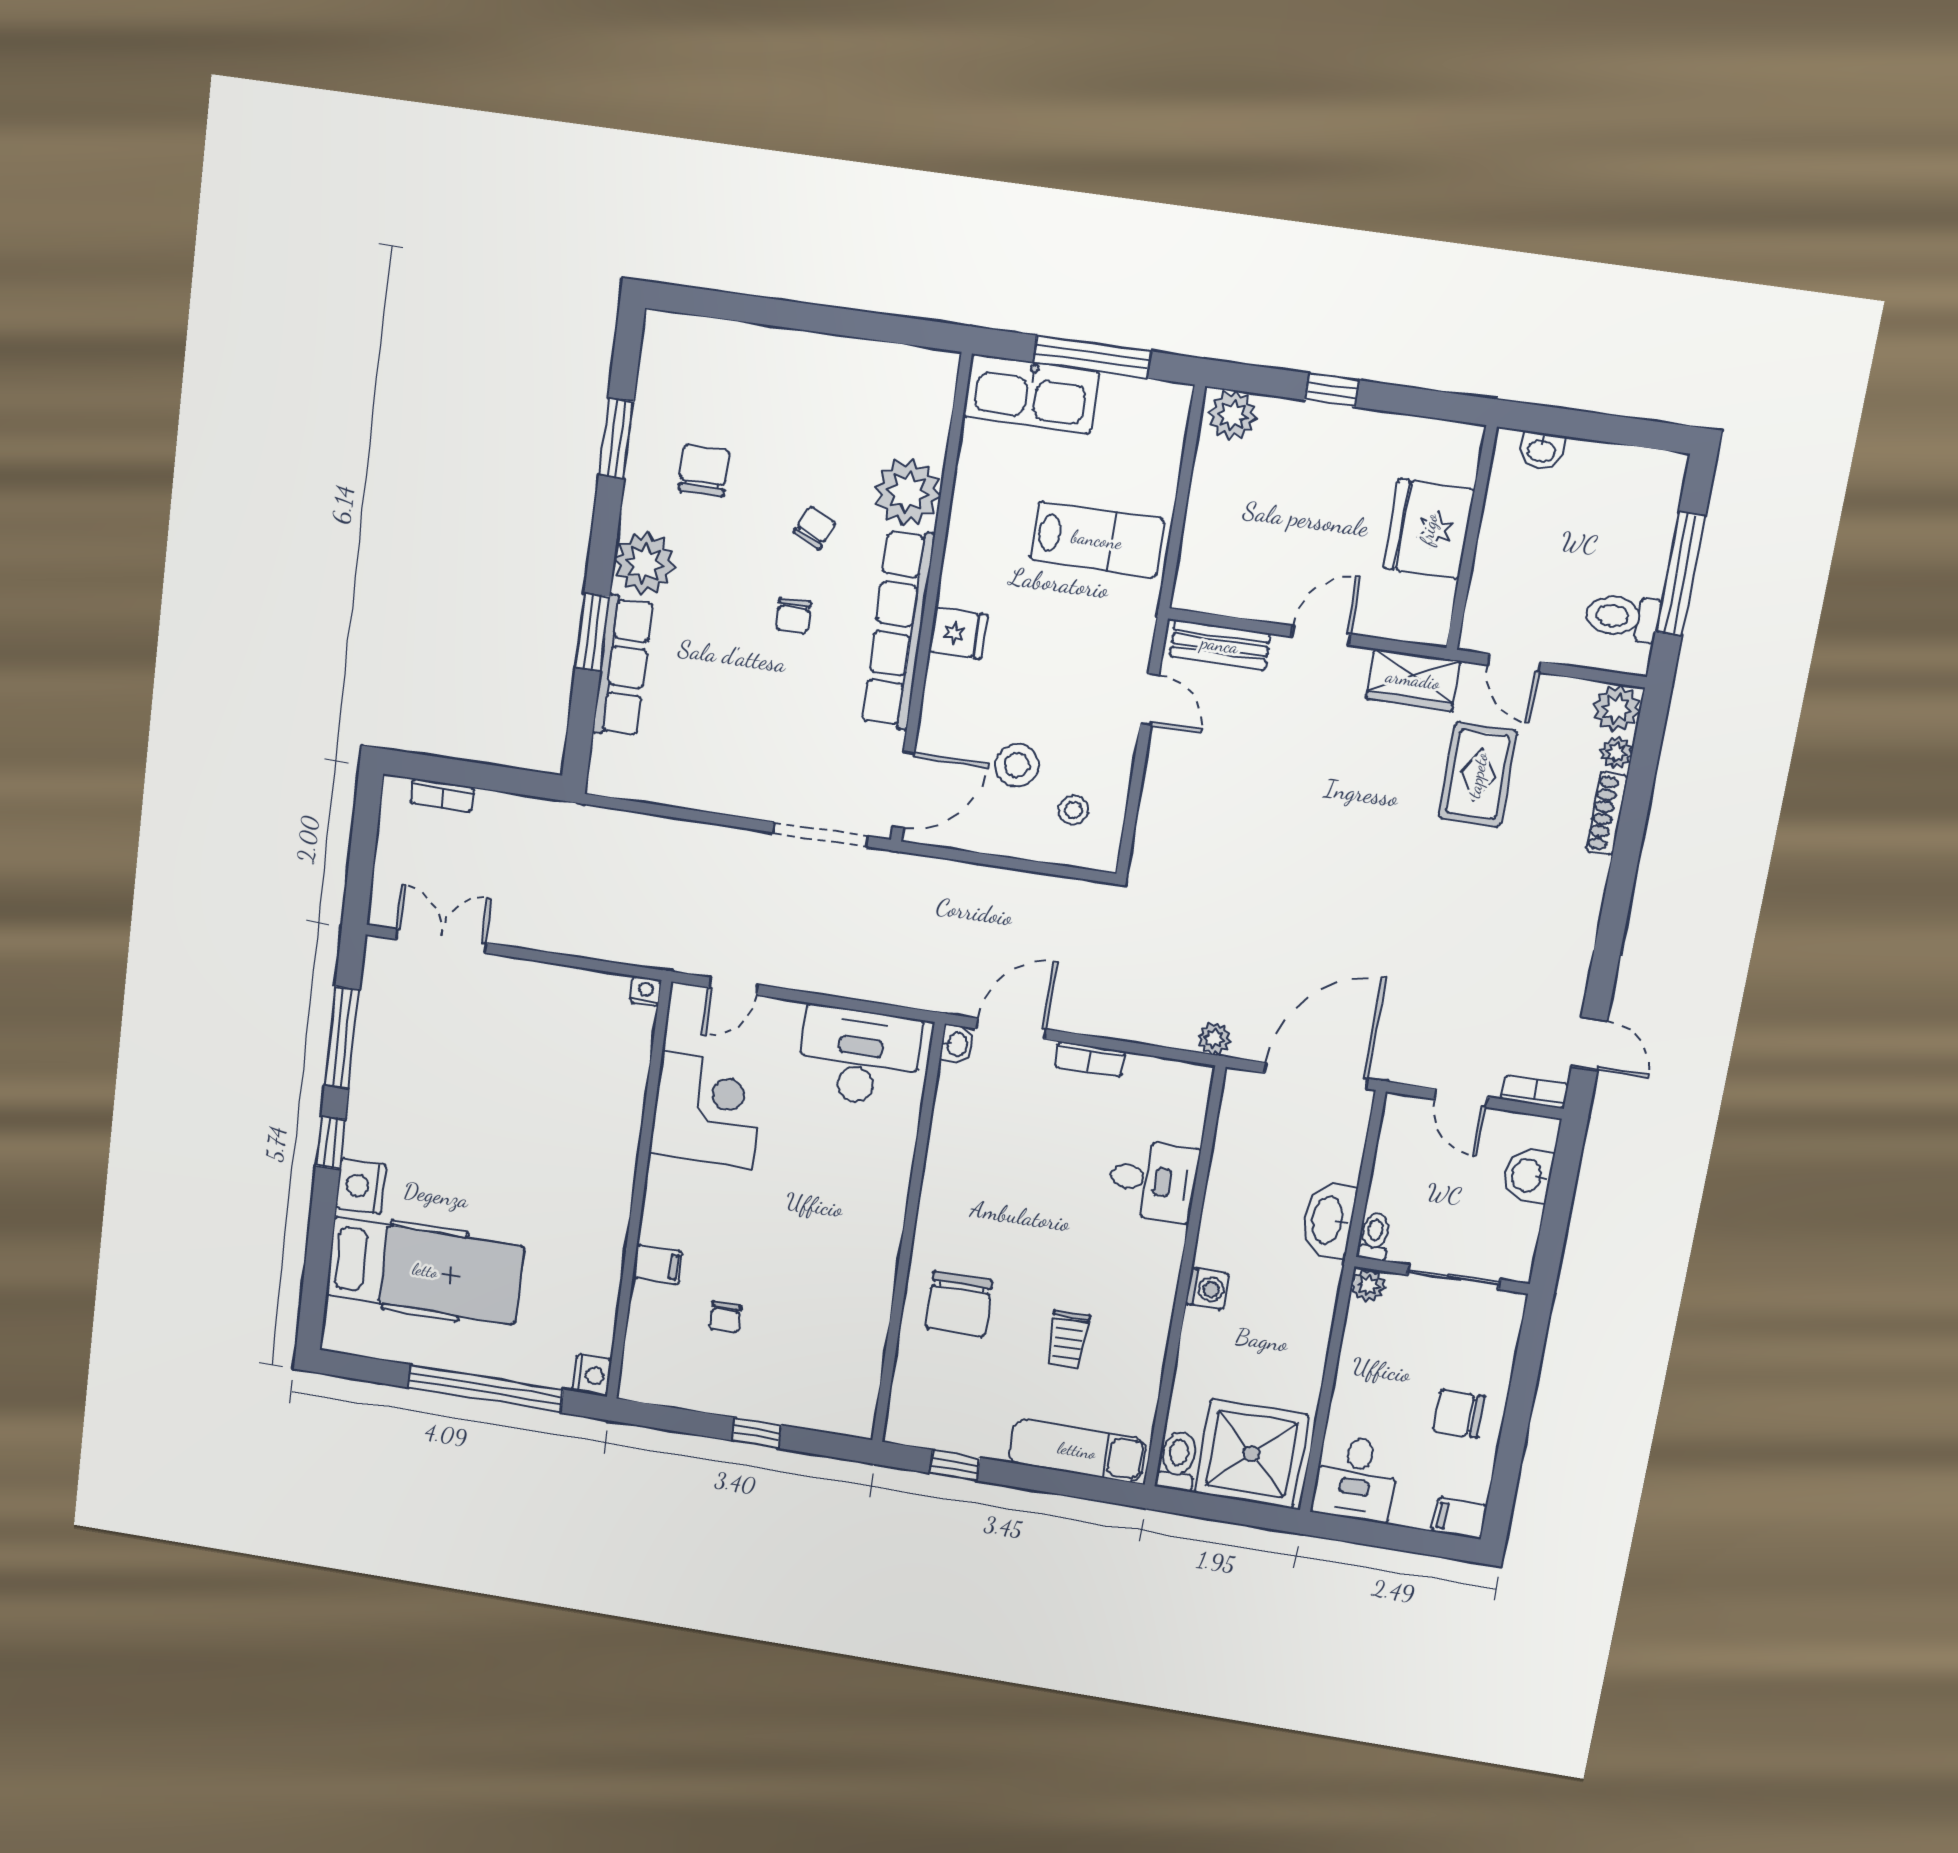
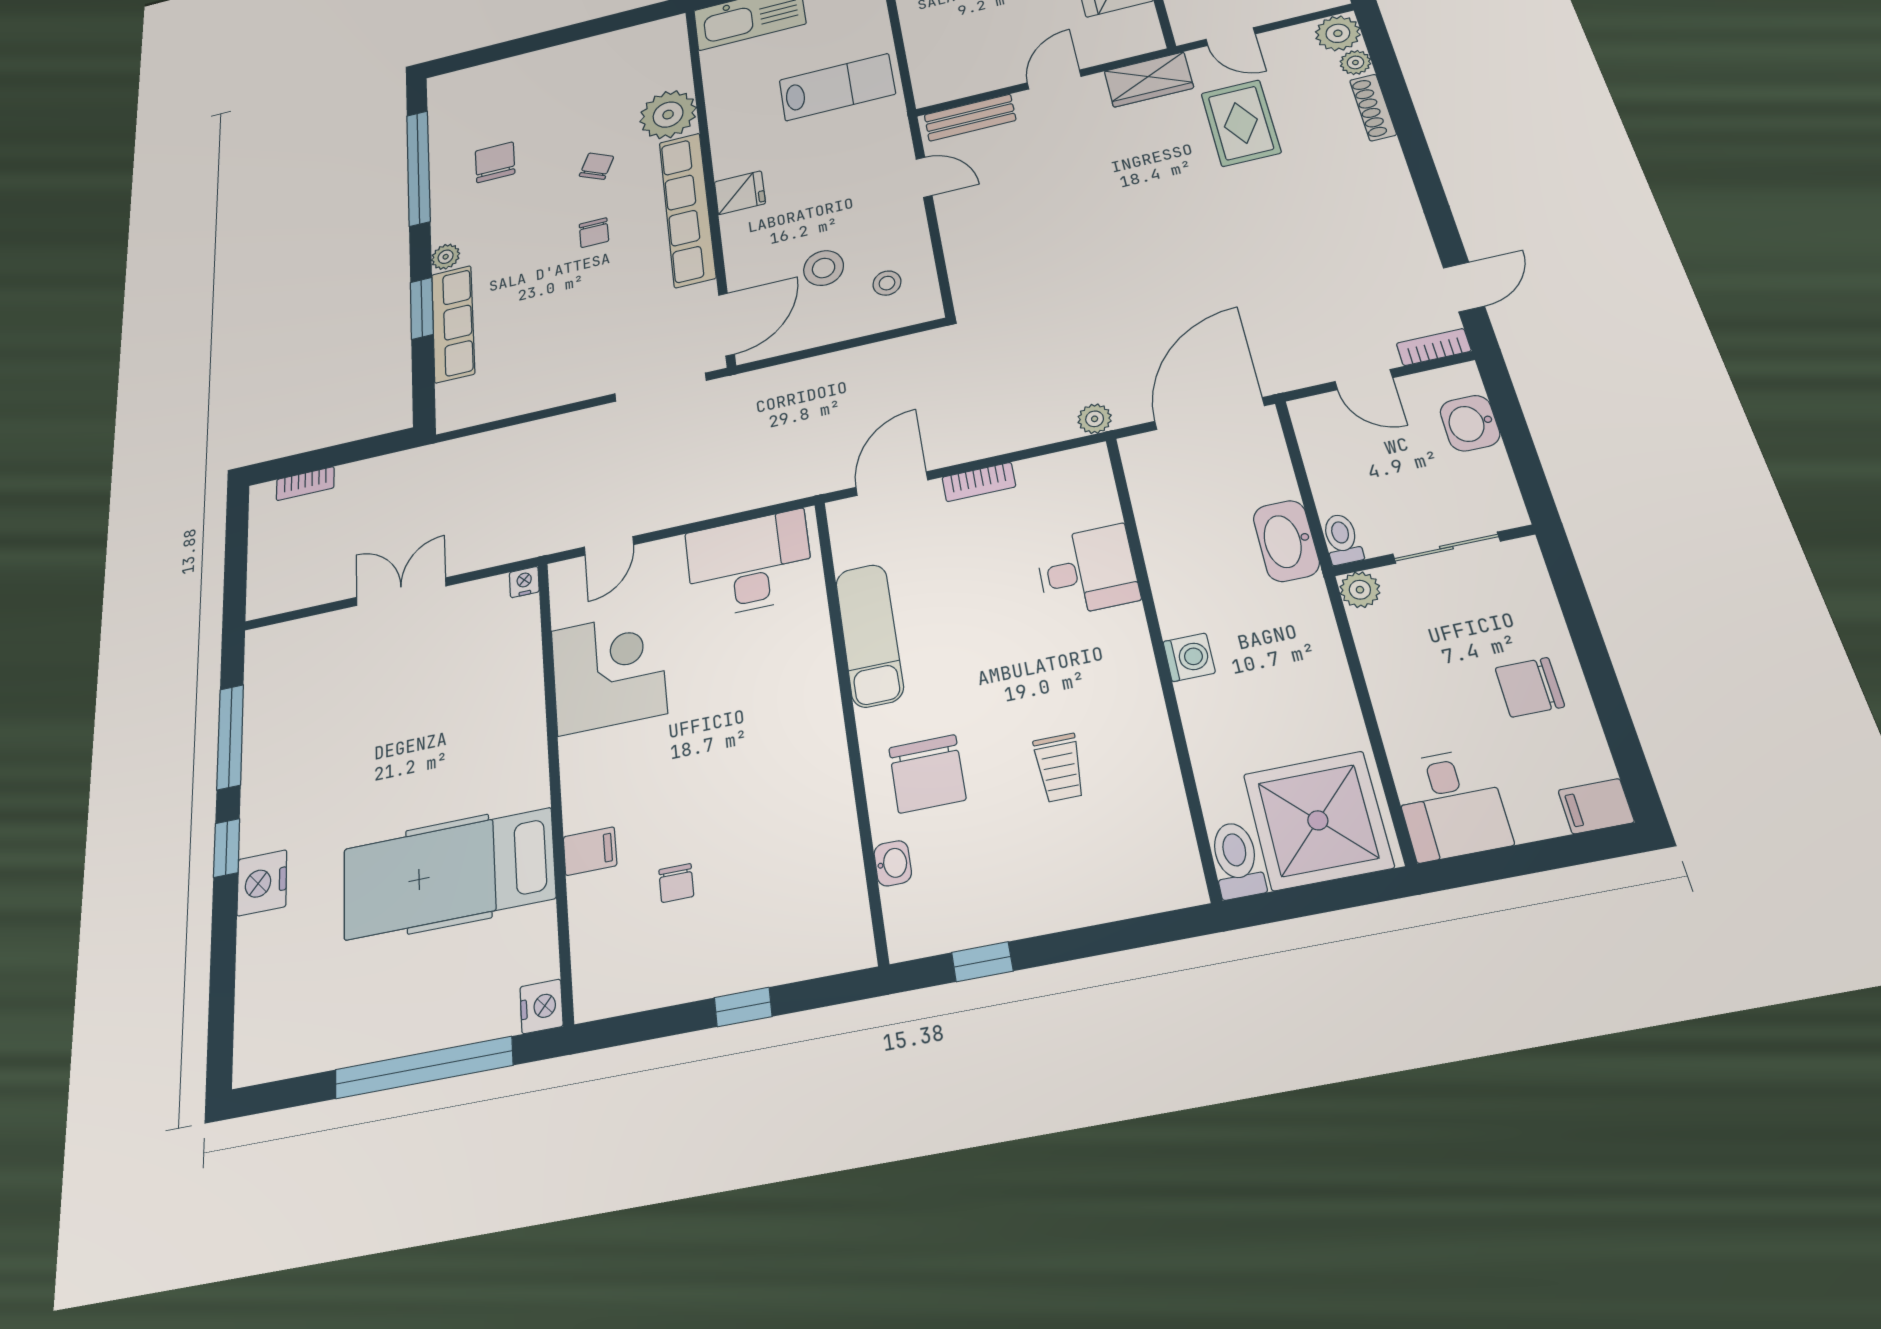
window: (616, 438) -> (418, 168), width x2.11
plant: (644, 563) -> (446, 257), width x0.53, depth x0.53
double door: (441, 941) -> (401, 592), moved
door: (1589, 1043) -> (1464, 287), hinge flipped
washbasin: (957, 1044) -> (893, 863), moved
hospital bed: (425, 1271) -> (448, 874), moved, turned 180
exam couch: (1077, 1451) -> (869, 635), moved, turned 90

